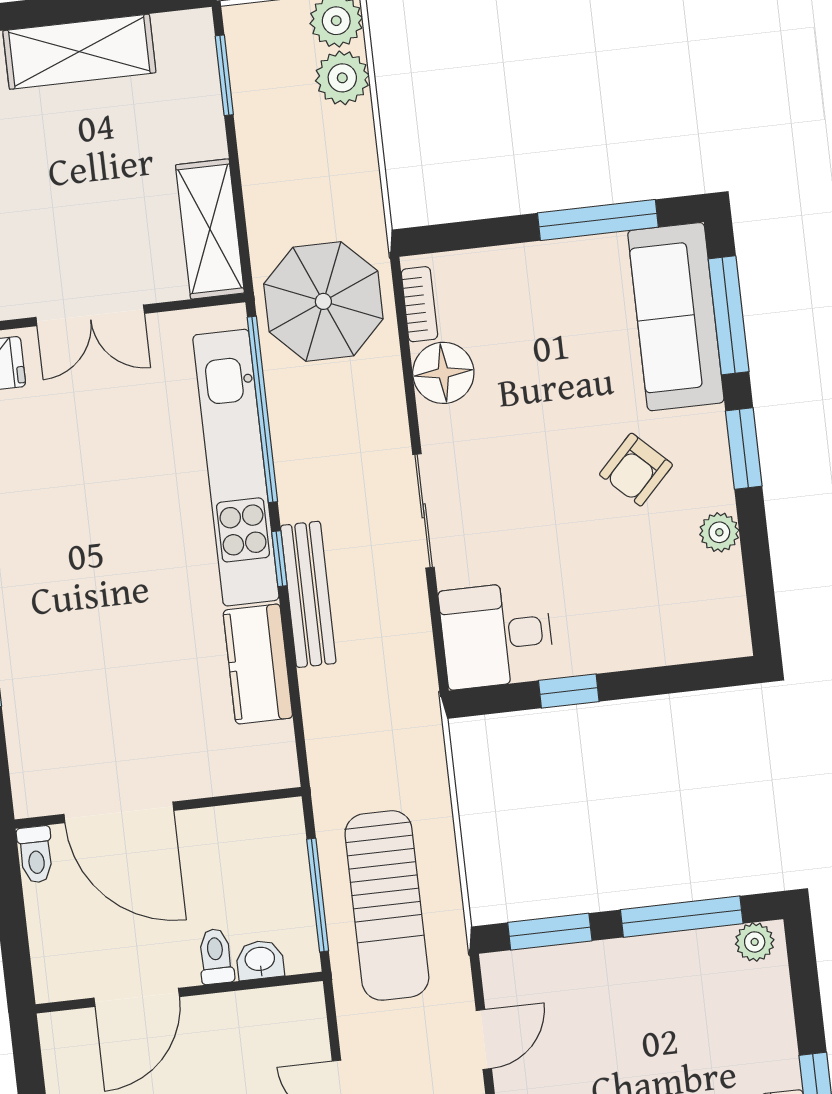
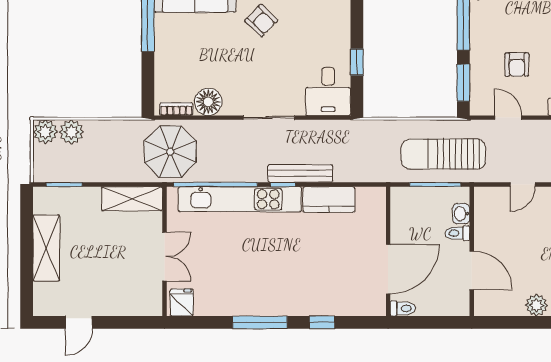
sun lounger: (387, 905) -> (443, 154), turned 180
armchair: (603, 1045) -> (517, 65), added

